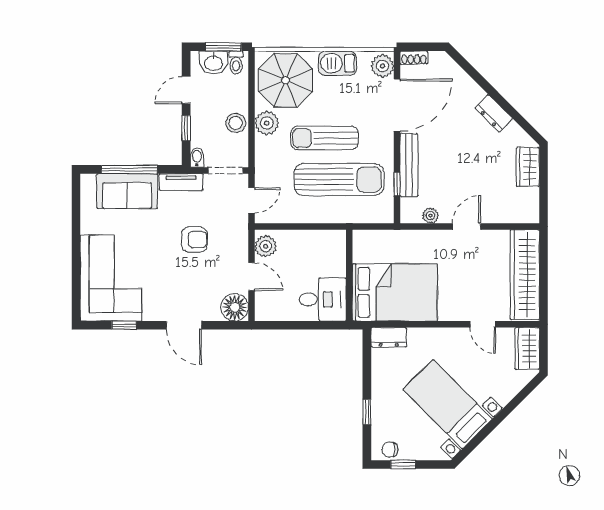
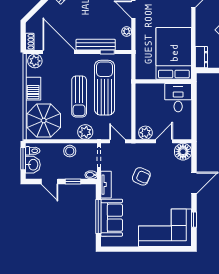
plant: (267, 123) -> (85, 132), moved
armchair: (194, 240) -> (141, 176), turned 113

